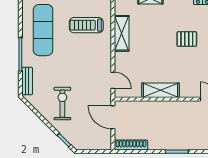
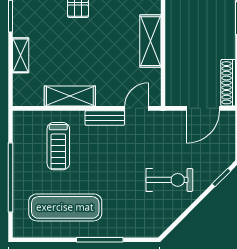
bench: (27, 81) -> (105, 118), moved
exercise bike: (62, 104) -> (169, 180), turned 180
door: (113, 117) -> (203, 108), moved

